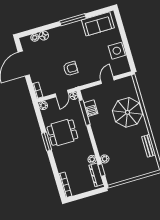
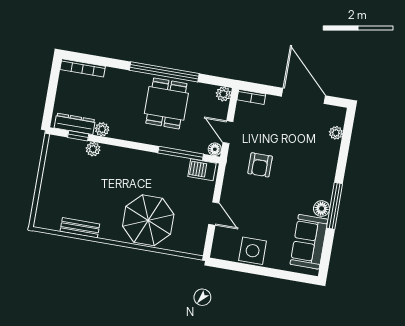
floor lamp: (44, 36) -> (322, 209), moved
barbecue: (91, 108) -> (202, 170), moved
window: (47, 142) -> (164, 72), width x2.11

